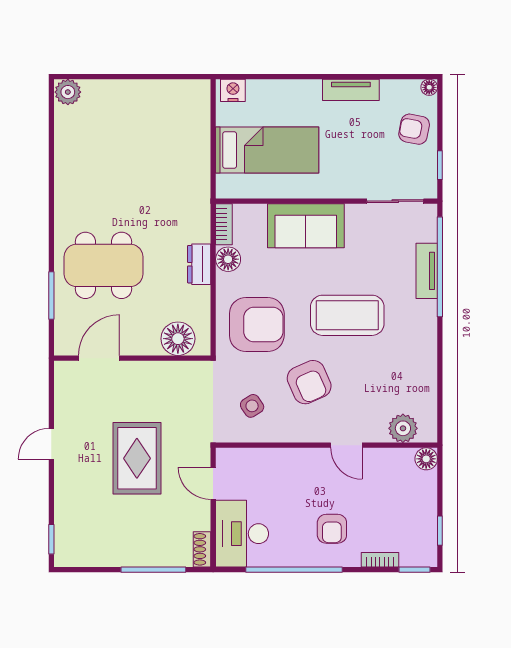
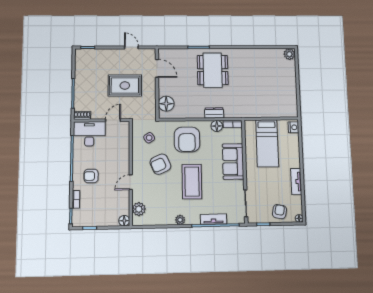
floor lamp: (178, 339) -> (166, 104), moved
plant: (427, 342) -> (180, 220), added
door: (99, 358) -> (157, 68), moved
wall: (132, 358) -> (157, 83), moved

